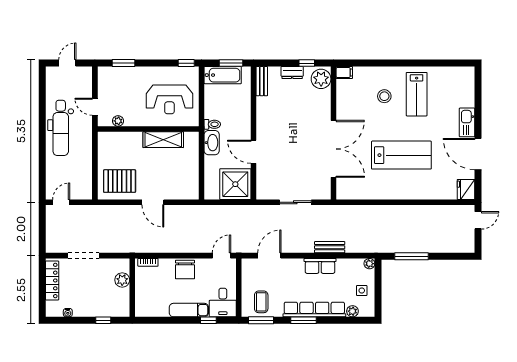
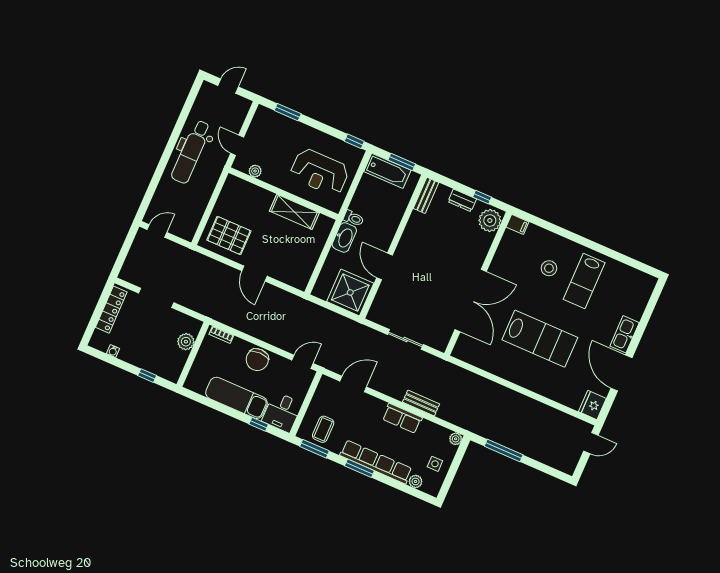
exam couch: (189, 310) -> (236, 398), width x1.36, depth x1.45

